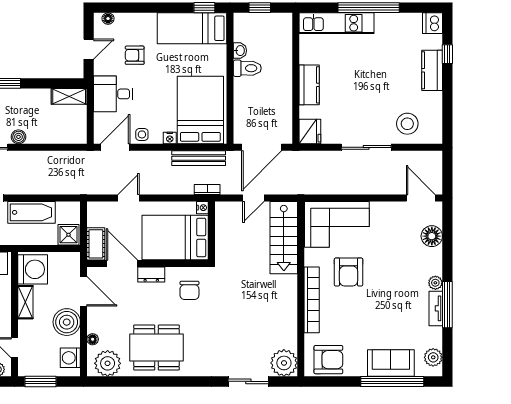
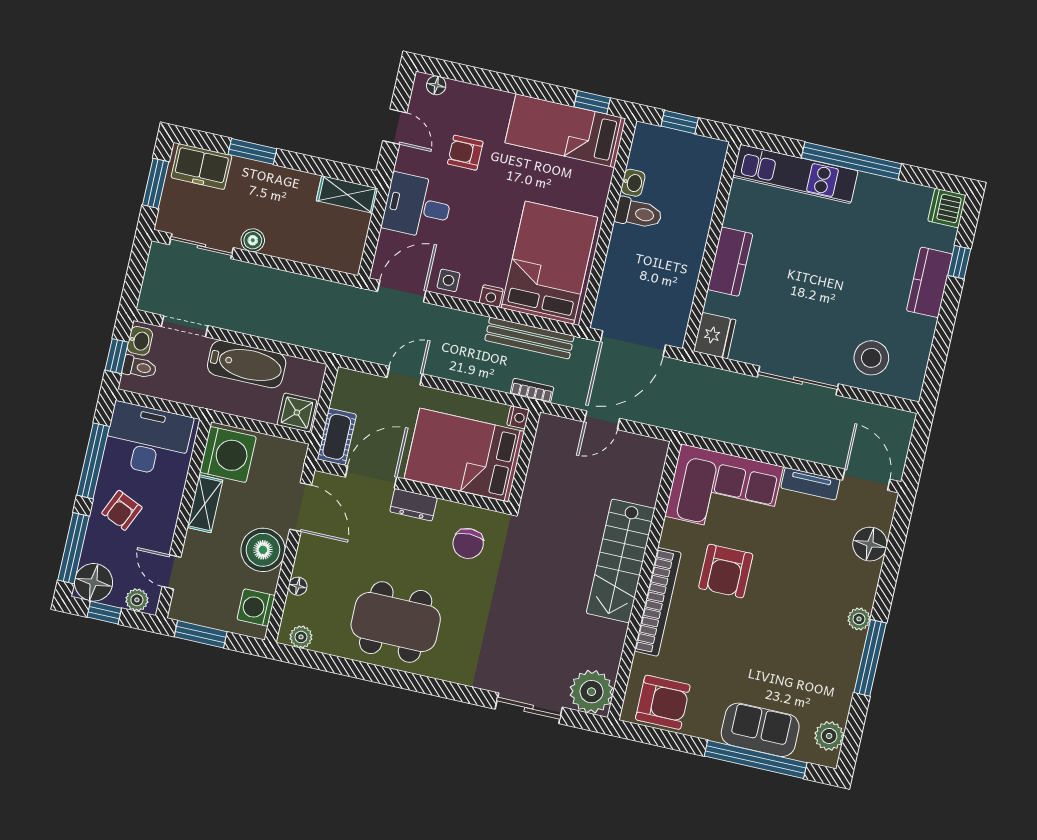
door: (89, 49) -> (395, 127), hinge flipped
stairs: (284, 238) -> (621, 561), moved
door: (122, 264) -> (371, 477), hinge flipped
tv unit: (436, 308) -> (810, 484), moved, turned -90
plant: (108, 363) -> (301, 637), width x0.53, depth x0.53

